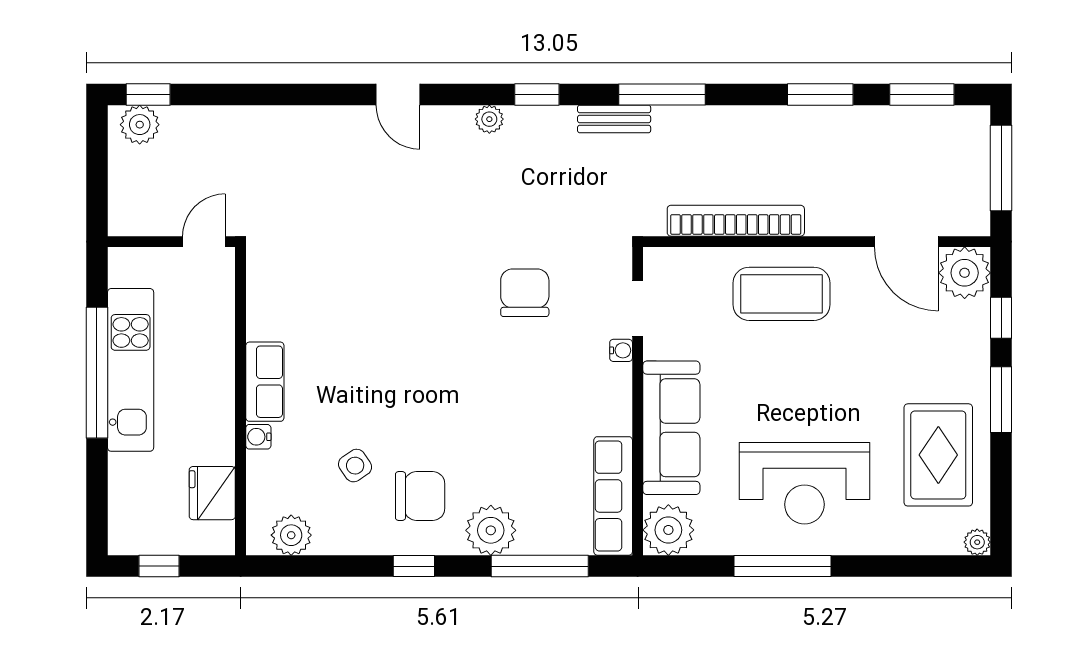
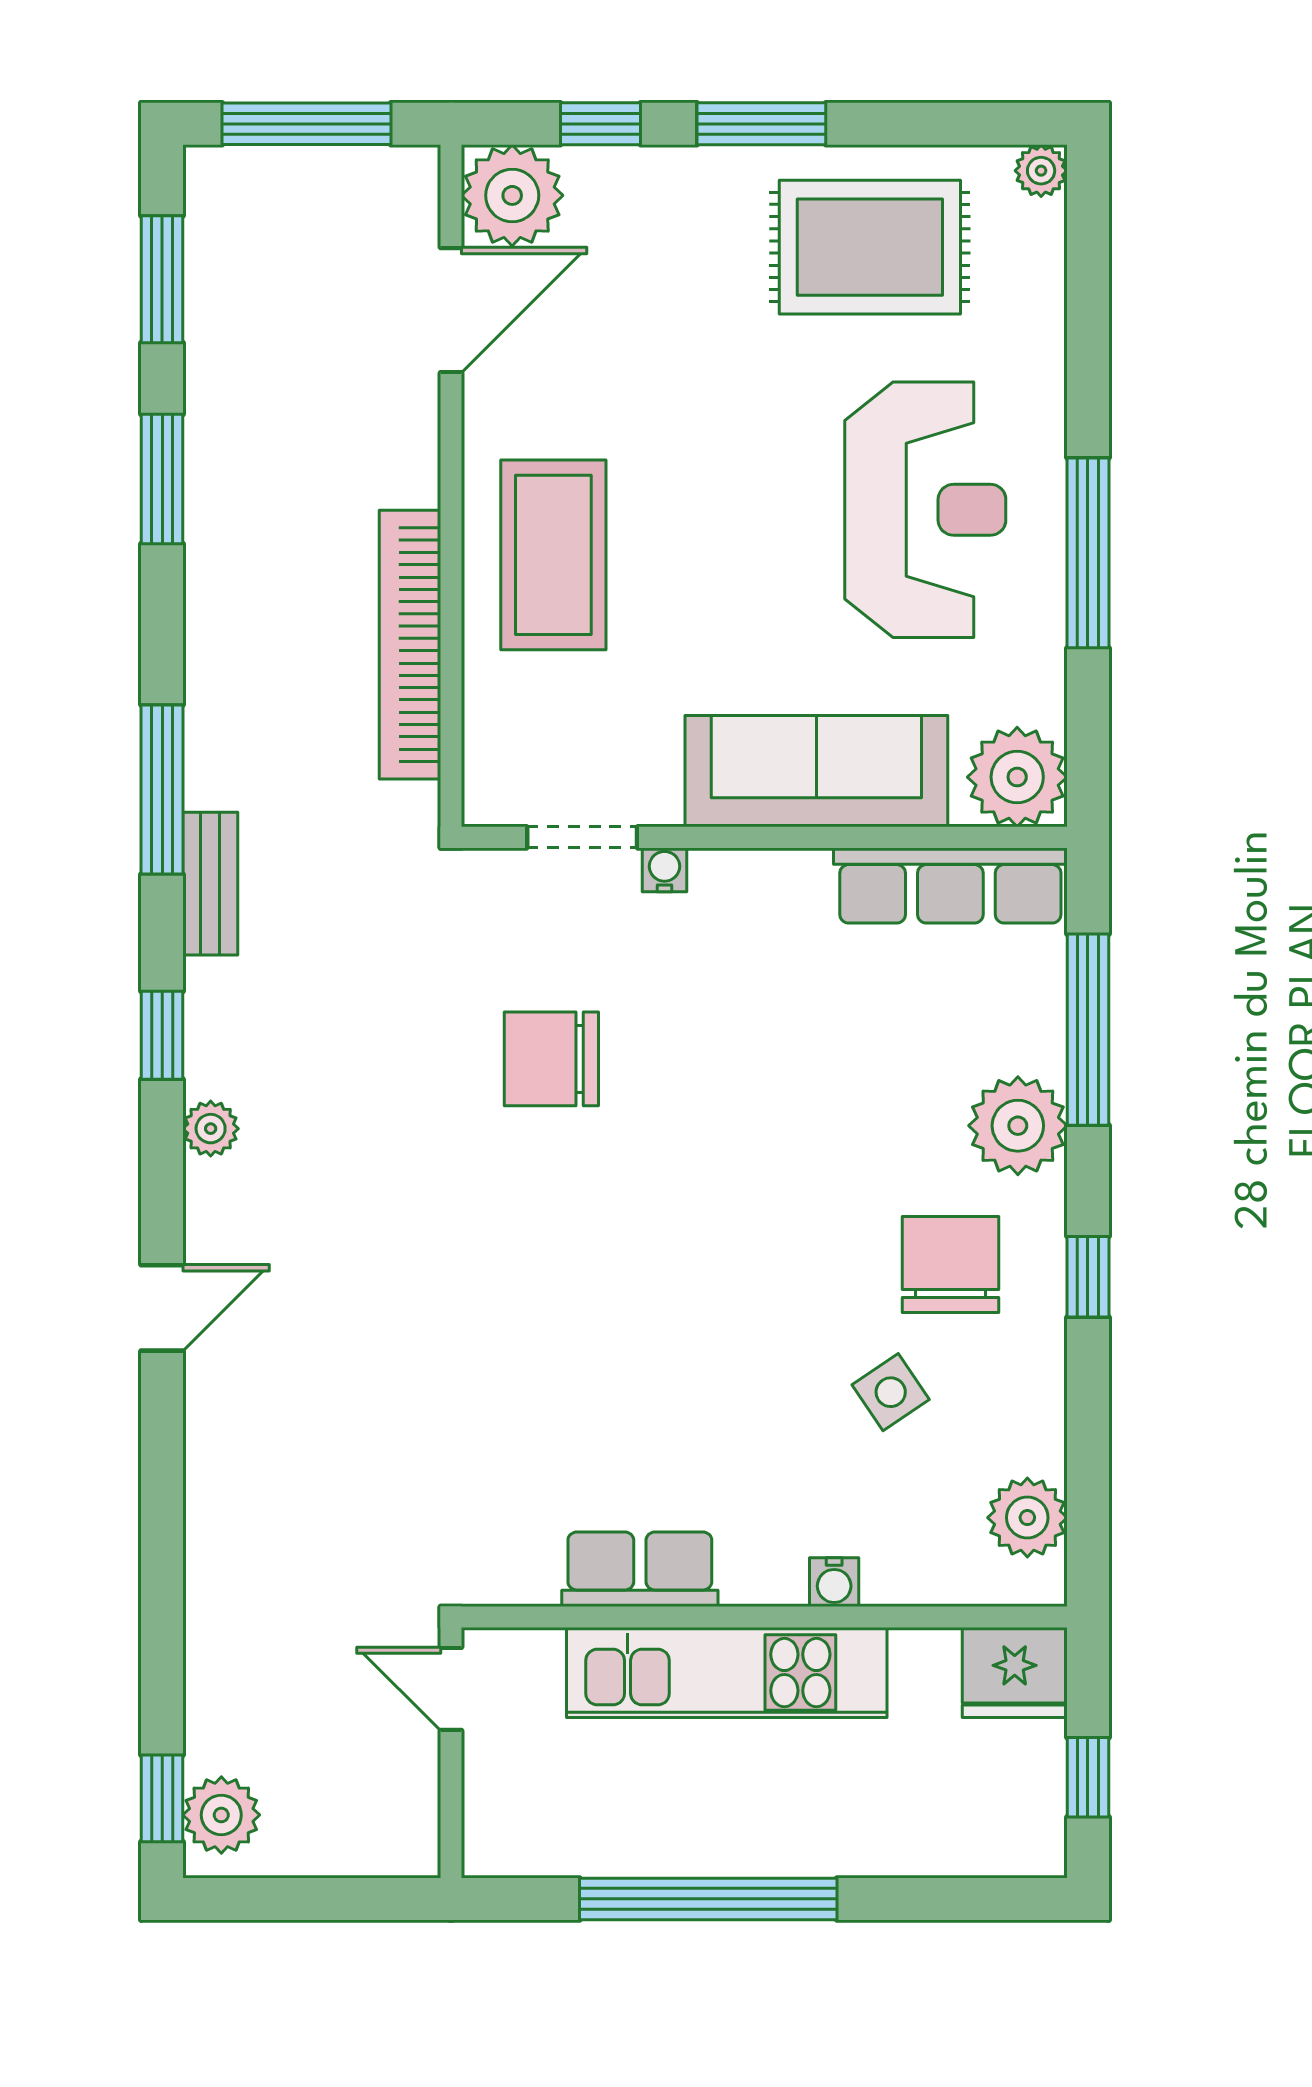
kitchen unit: (131, 370) -> (727, 1673), moved, turned 180
row of seats: (265, 382) -> (640, 1569), moved
fridge: (212, 493) -> (1015, 1673), moved

